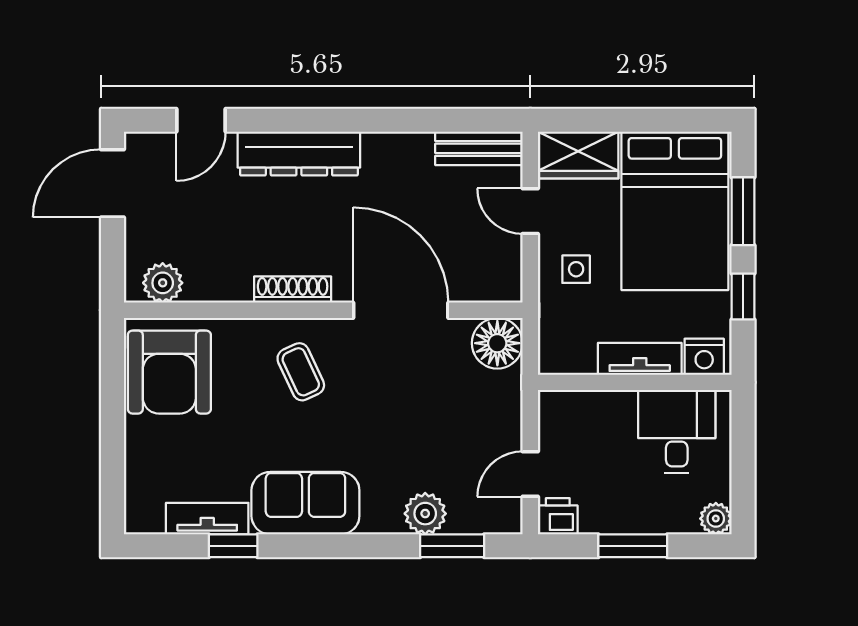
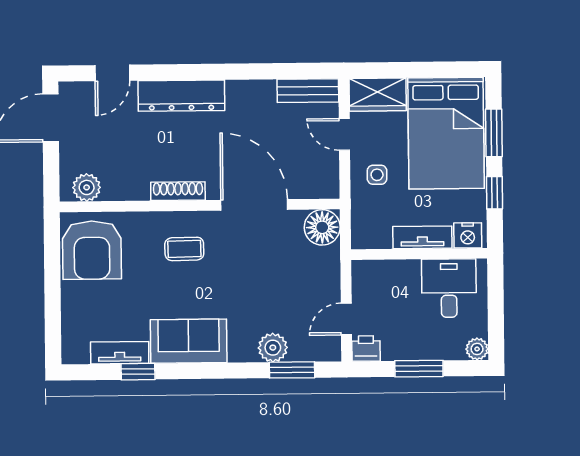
coffee table: (301, 372) -> (184, 249), turned -66

